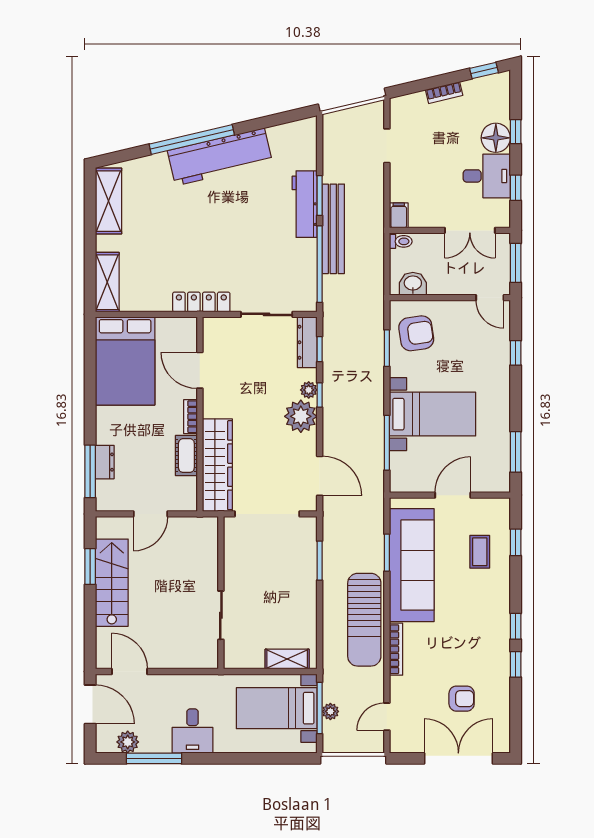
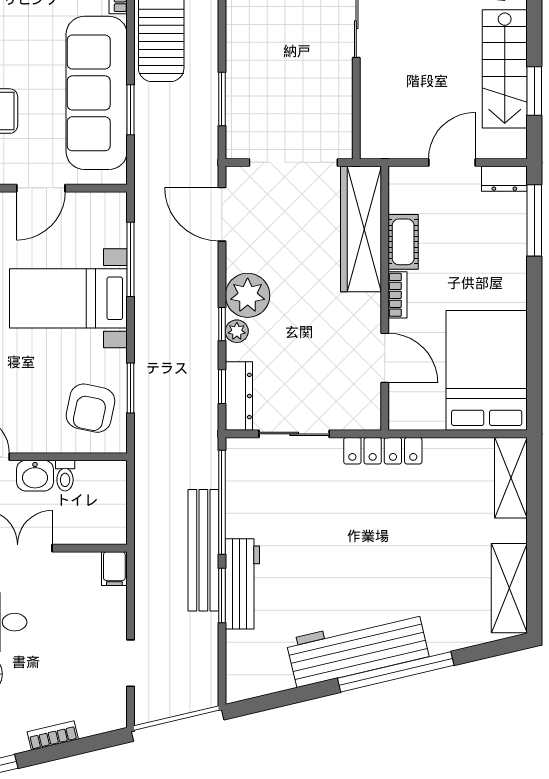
toilet: (401, 241) -> (65, 476), moved, turned -90
washbasin: (413, 284) -> (35, 476), moved
armchair: (416, 333) -> (90, 408), turned -70
dresser: (105, 462) -> (504, 179), moved, turned -90

